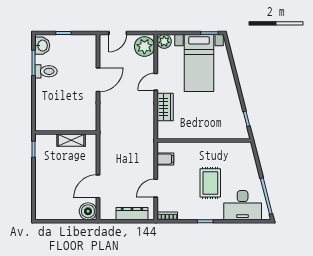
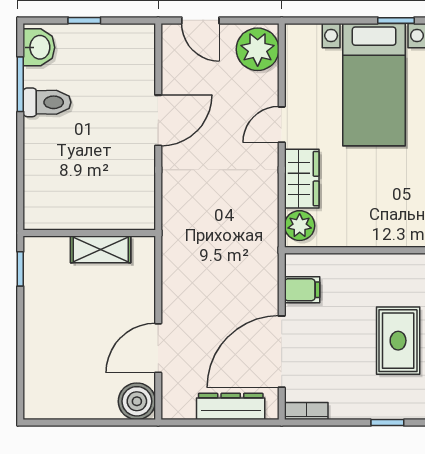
door: (118, 33) -> (200, 20), hinge flipped
plant: (164, 41) -> (300, 226), moved
door: (156, 188) -> (282, 352), width x1.88

